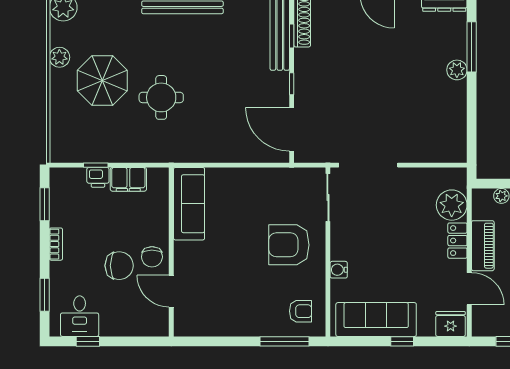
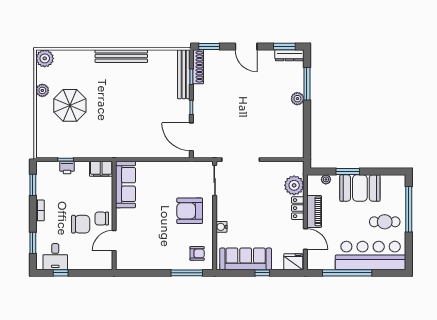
round table: (161, 97) -> (108, 116), removed
filing cabinet: (128, 179) -> (101, 169), moved
chair: (152, 257) -> (102, 219), turned 90
door: (171, 291) -> (114, 241), hinge flipped

